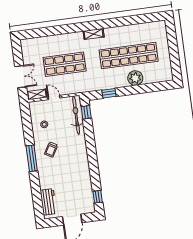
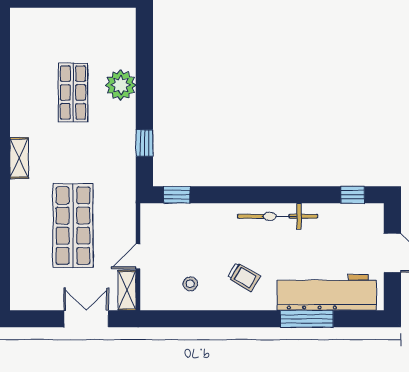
shop shelf: (129, 56) -> (73, 92), width x0.50, depth x0.74
bicycle: (76, 115) -> (278, 216), moved
window: (32, 158) -> (307, 319), moved
workbench: (48, 202) -> (327, 292), width x1.88, depth x1.32

